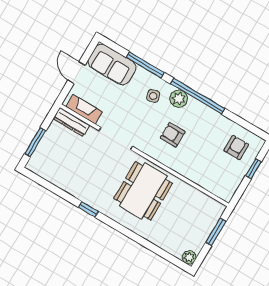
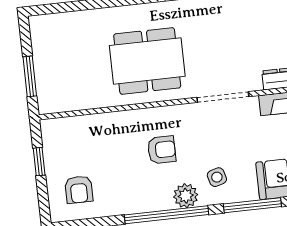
window: (253, 169) -> (39, 162), moved
dining table: (143, 191) -> (147, 61), turned 90
plant: (189, 257) -> (38, 25), removed

